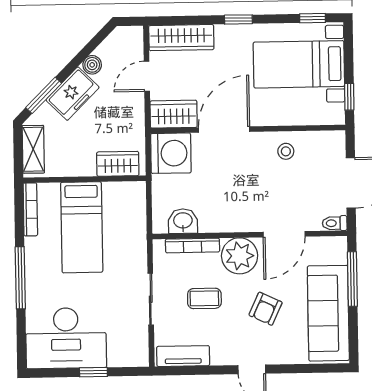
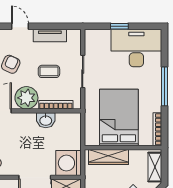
wardrobe: (118, 164) -> (109, 157), width x1.50
washbasin: (183, 221) -> (46, 120), moved
bed: (82, 227) -> (119, 117), width x1.50
tv unit: (183, 356) -> (50, 35), moved

